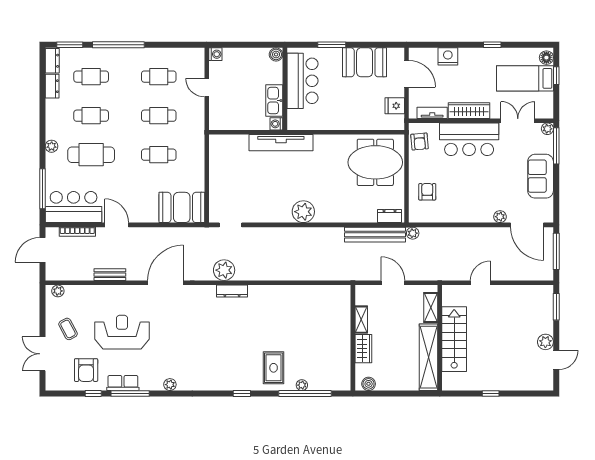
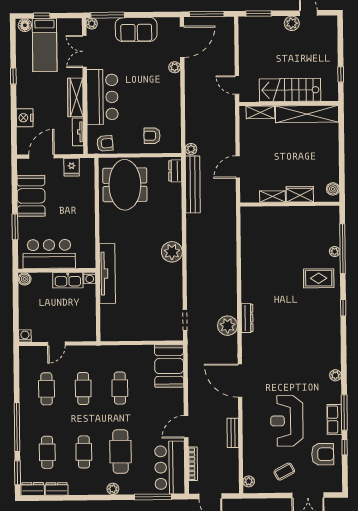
shelving: (431, 307) -> (260, 112), moved
wall: (440, 338) -> (289, 104), moved
stairs: (454, 339) -> (290, 90), moved
shelving: (428, 357) -> (307, 114), moved

